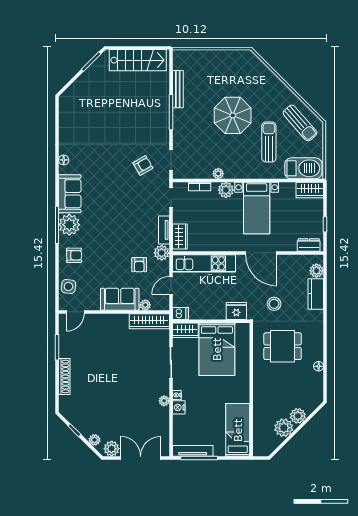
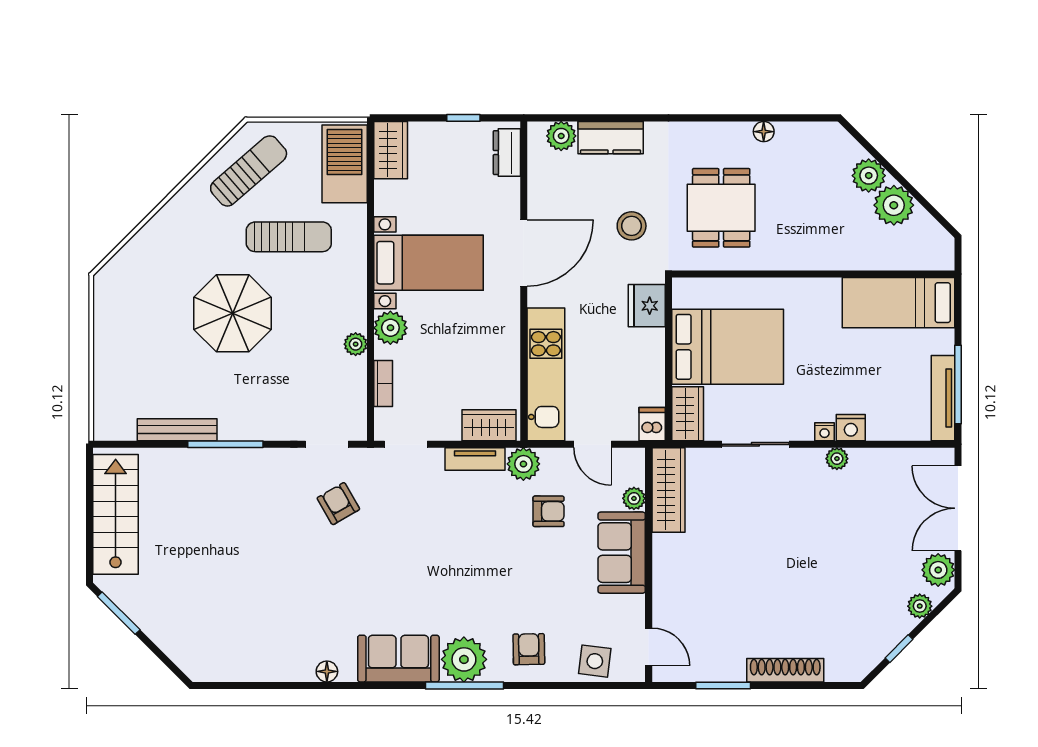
sun lounger: (269, 142) -> (289, 237), turned 180

